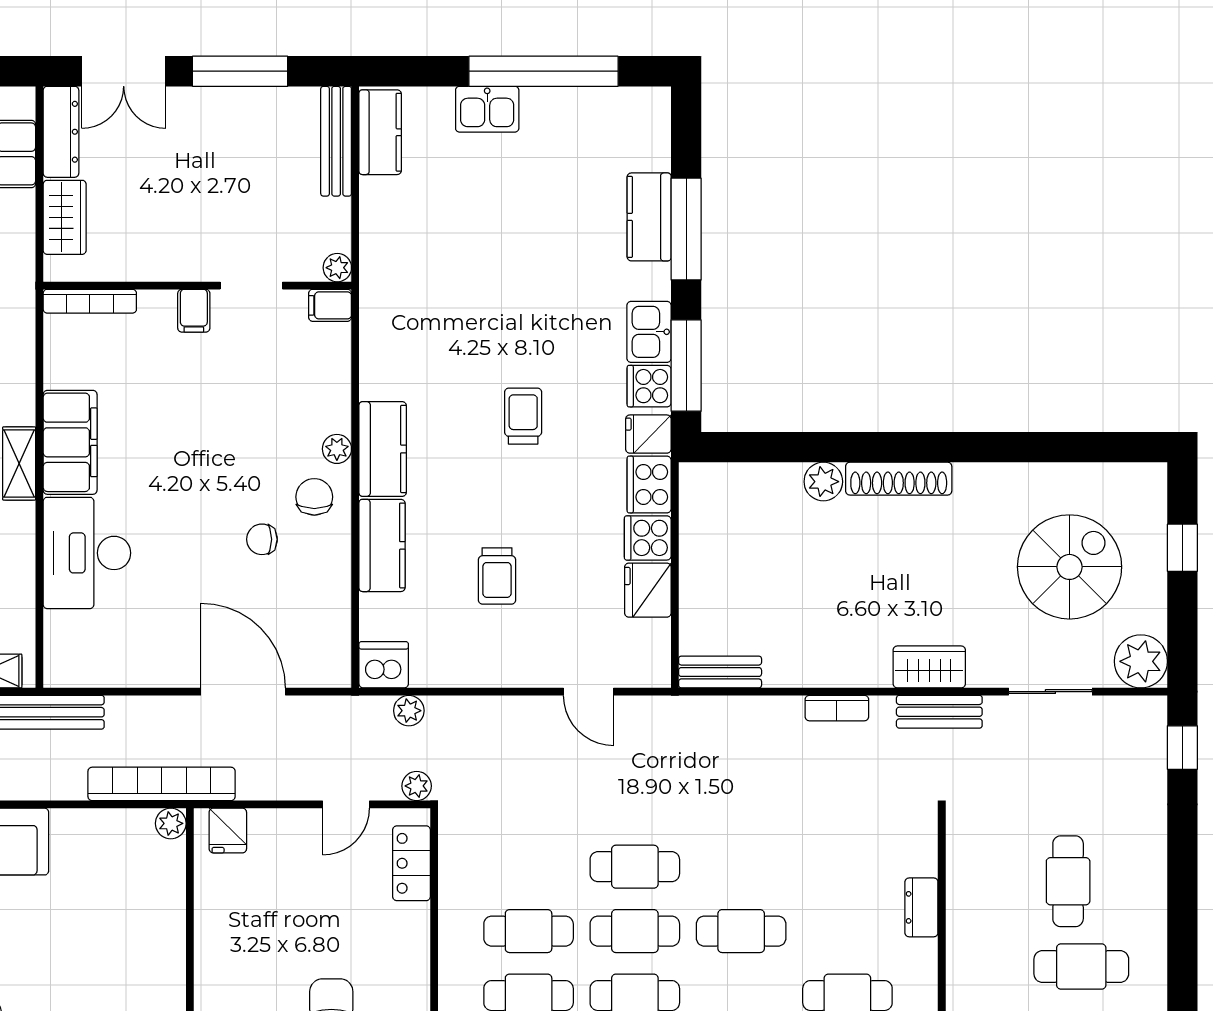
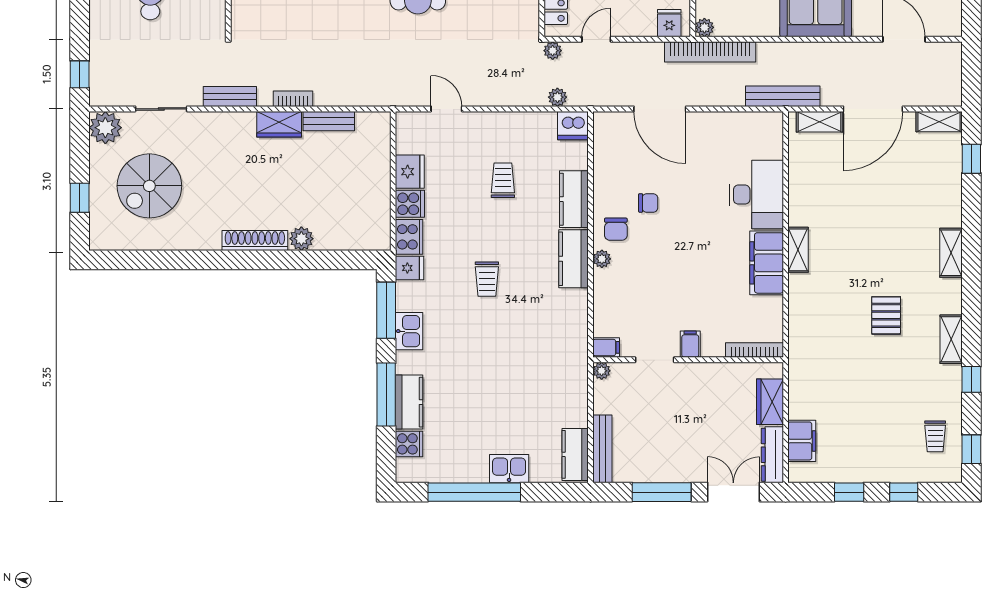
cooker: (649, 386) -> (409, 444), moved
wardrobe: (929, 667) -> (279, 124), moved
bench: (720, 672) -> (329, 121), moved

